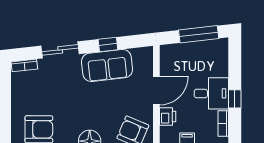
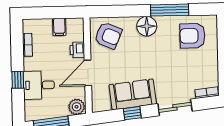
plant: (170, 53) -> (77, 107), added
desk: (211, 93) -> (39, 85), moved
window: (235, 99) -> (18, 80), moved

